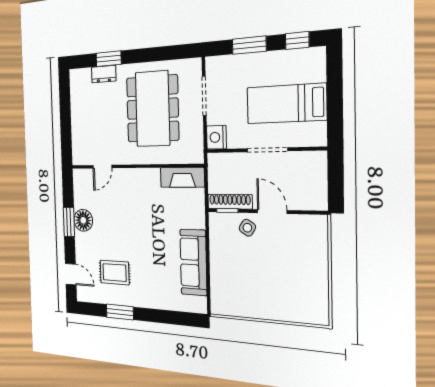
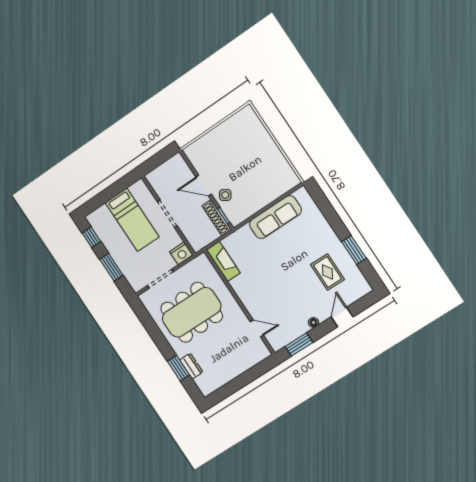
door: (272, 212) -> (204, 186), hinge flipped
floor lamp: (83, 220) -> (314, 322), width x0.53, depth x0.53
window: (69, 222) -> (299, 344), moved
door: (71, 274) -> (342, 317), moved

